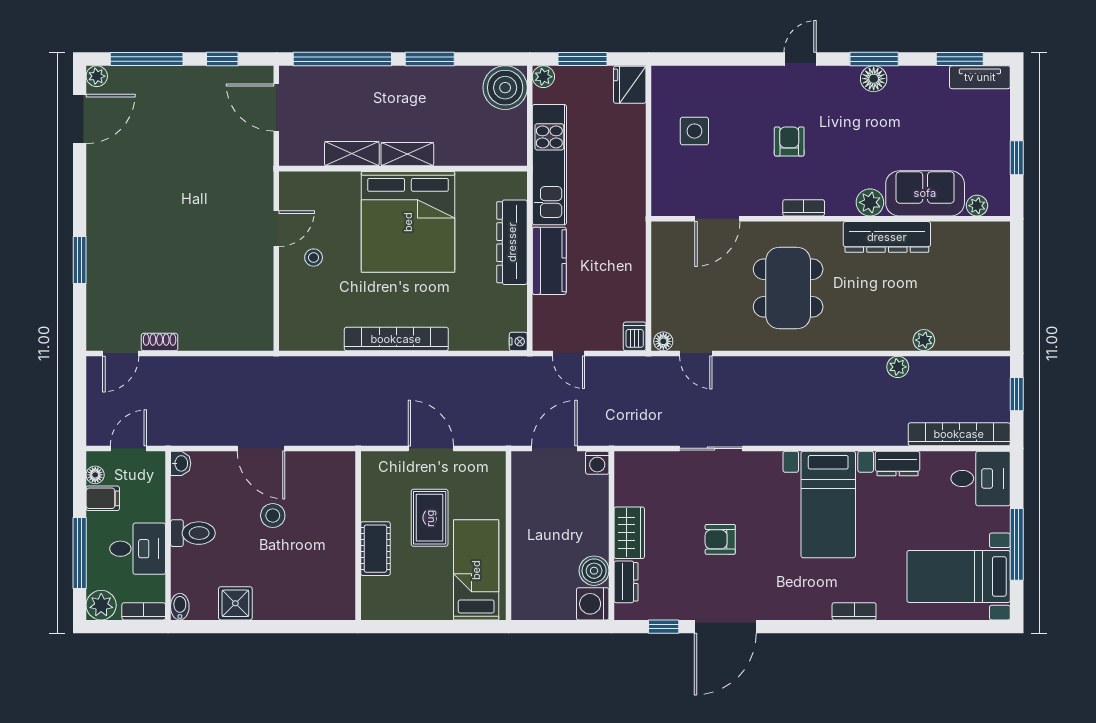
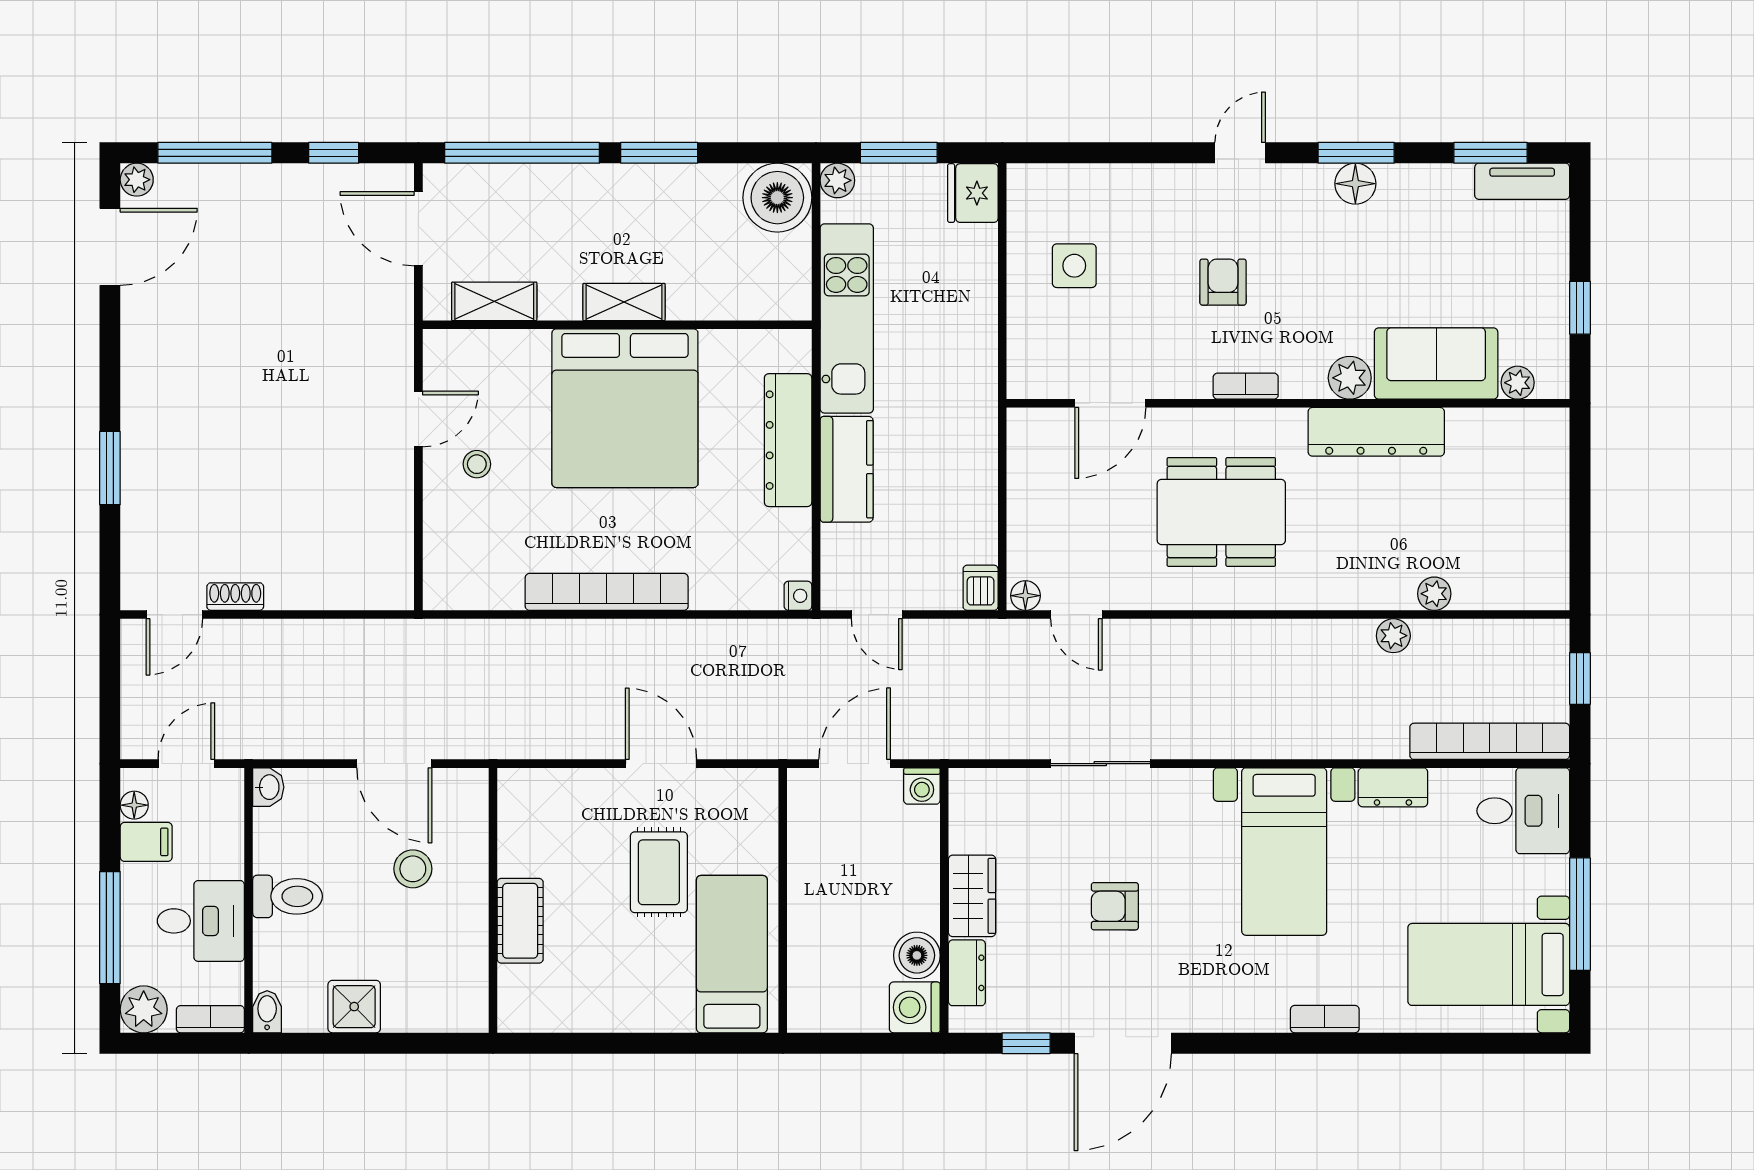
shelving: (352, 154) -> (494, 301), moved
dining table: (788, 288) -> (1221, 512), turned 90
wall: (358, 536) -> (493, 900), moved
cot: (375, 549) -> (520, 921), moved

